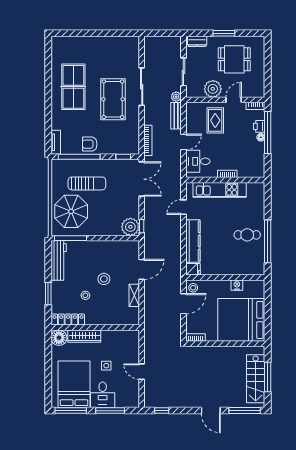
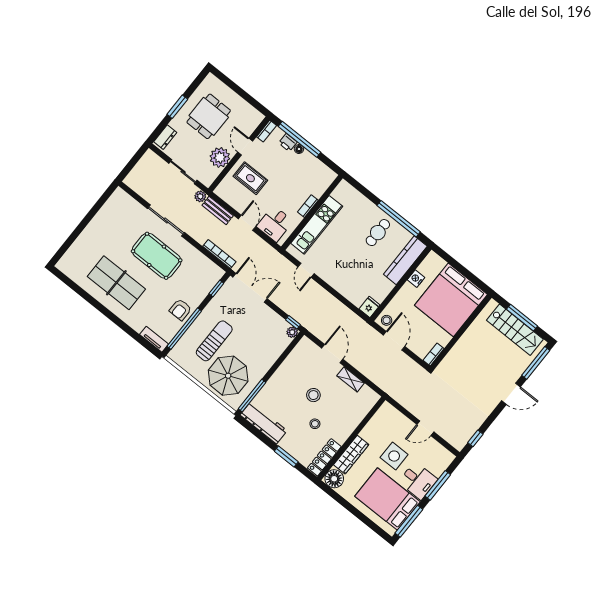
plant: (130, 227) -> (292, 332), width x0.53, depth x0.53
kitchen counter: (193, 241) -> (405, 260), moved, turned -90
side table: (106, 366) -> (394, 456), width x1.87, depth x1.87

